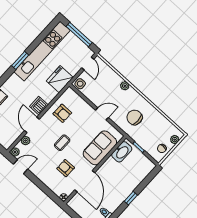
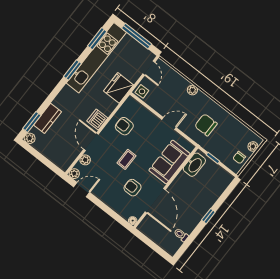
window: (44, 34) -> (97, 39), added
armchair: (62, 113) -> (124, 126), turned 180

